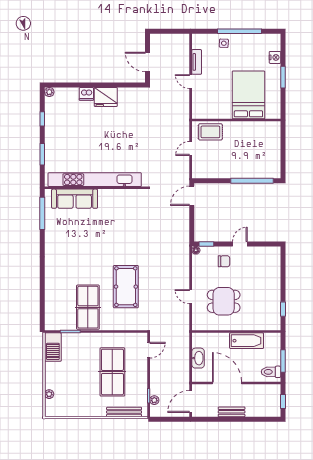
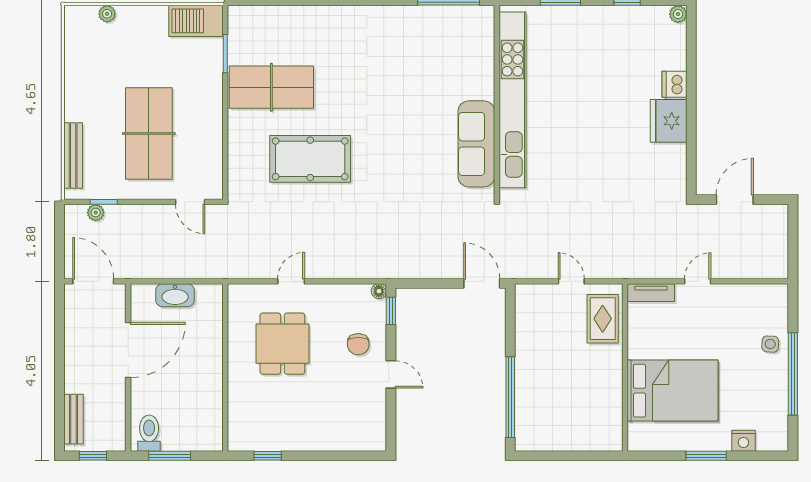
tv unit: (197, 62) -> (651, 293), moved
sofa: (75, 199) -> (476, 144), moved
bathtub: (247, 341) -> (208, 387), removed
table tennis table: (112, 372) -> (149, 133), turned 90
bench: (232, 412) -> (74, 419), moved

